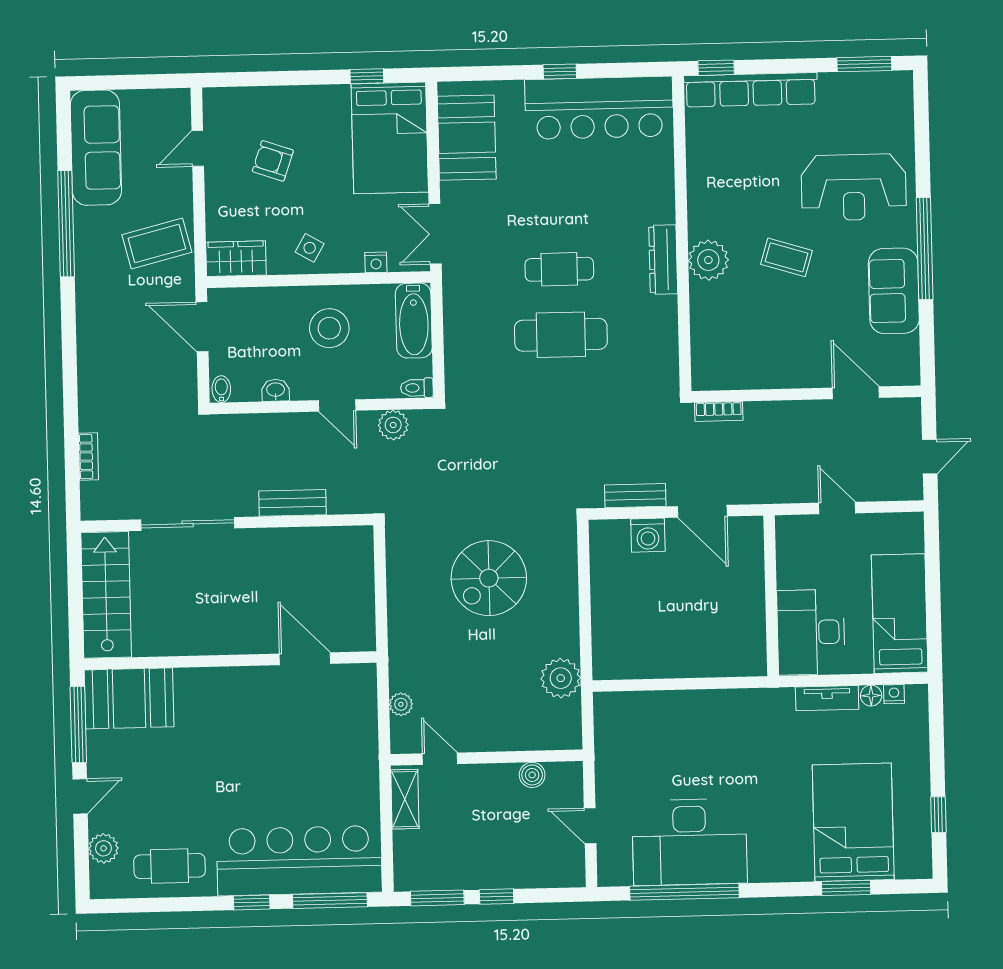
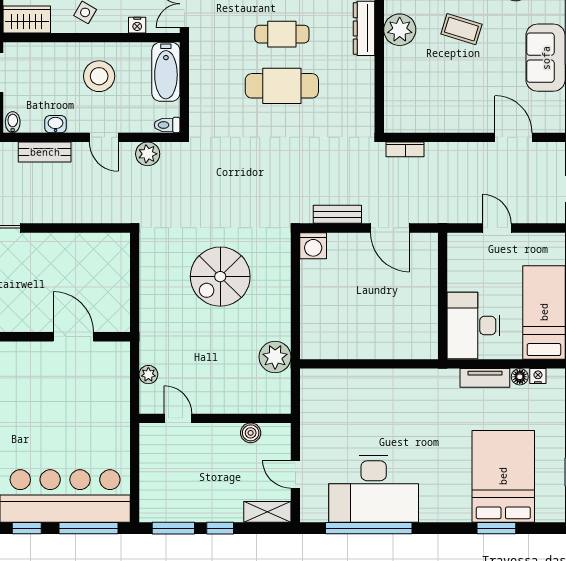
bench: (293, 503) -> (45, 152), moved
washing machine: (648, 535) -> (313, 246), moved
shelving: (405, 799) -> (267, 512), moved, turned 90

